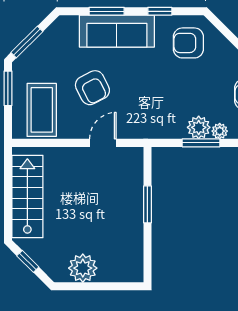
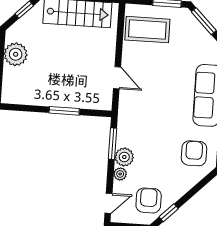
armchair: (92, 88) -> (163, 72), removed
window: (201, 143) -> (112, 144), moved

